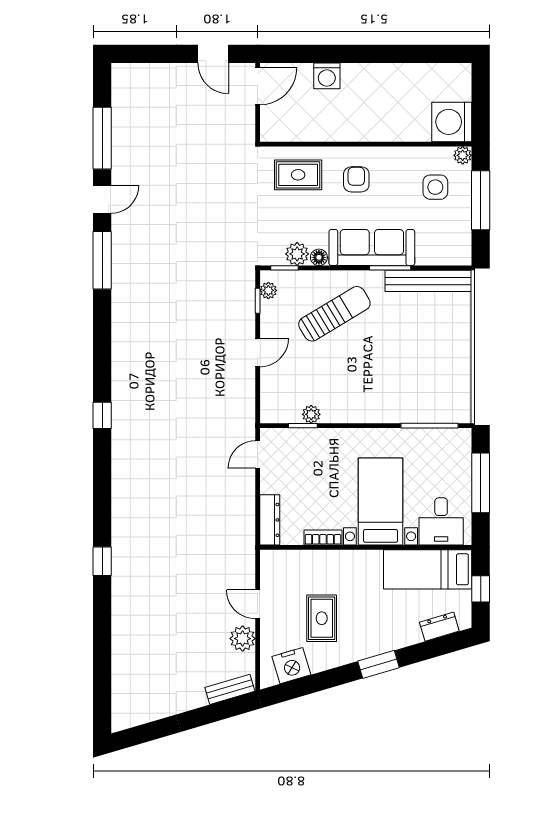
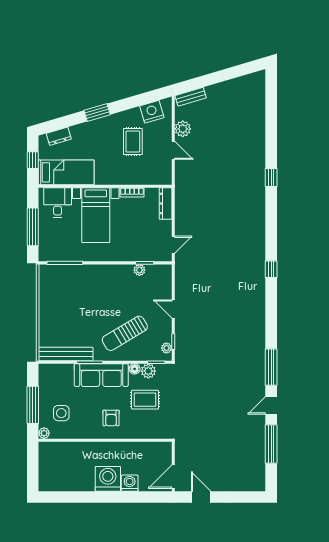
washing machine: (452, 122) -> (108, 479), moved, turned -90
rug: (298, 175) -> (145, 400), moved
door: (258, 352) -> (173, 309), hinge flipped

